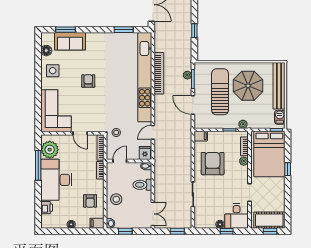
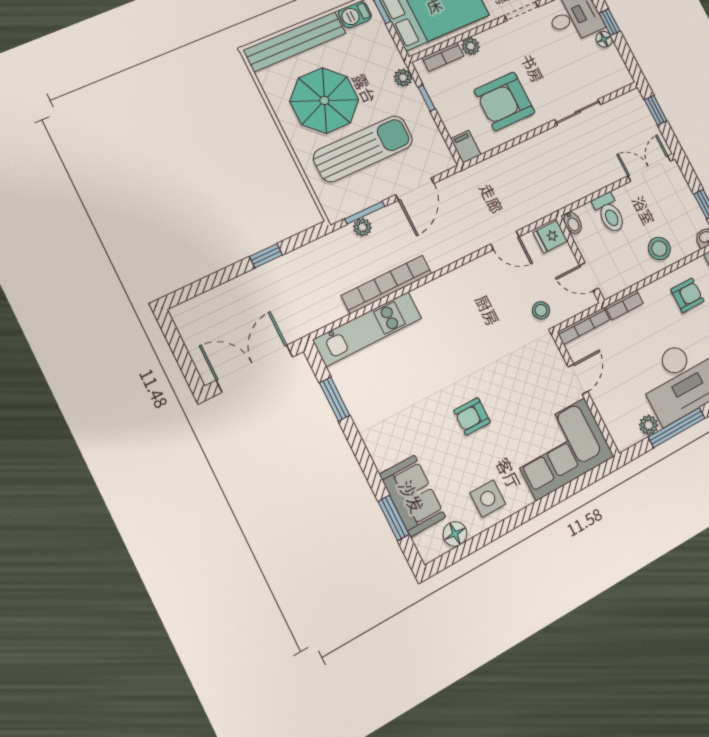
kitchen unit: (145, 77) -> (368, 329), width x0.54
sun lounger: (220, 92) -> (363, 149), turned 180
plant: (50, 150) -> (649, 425), width x0.53, depth x0.53

